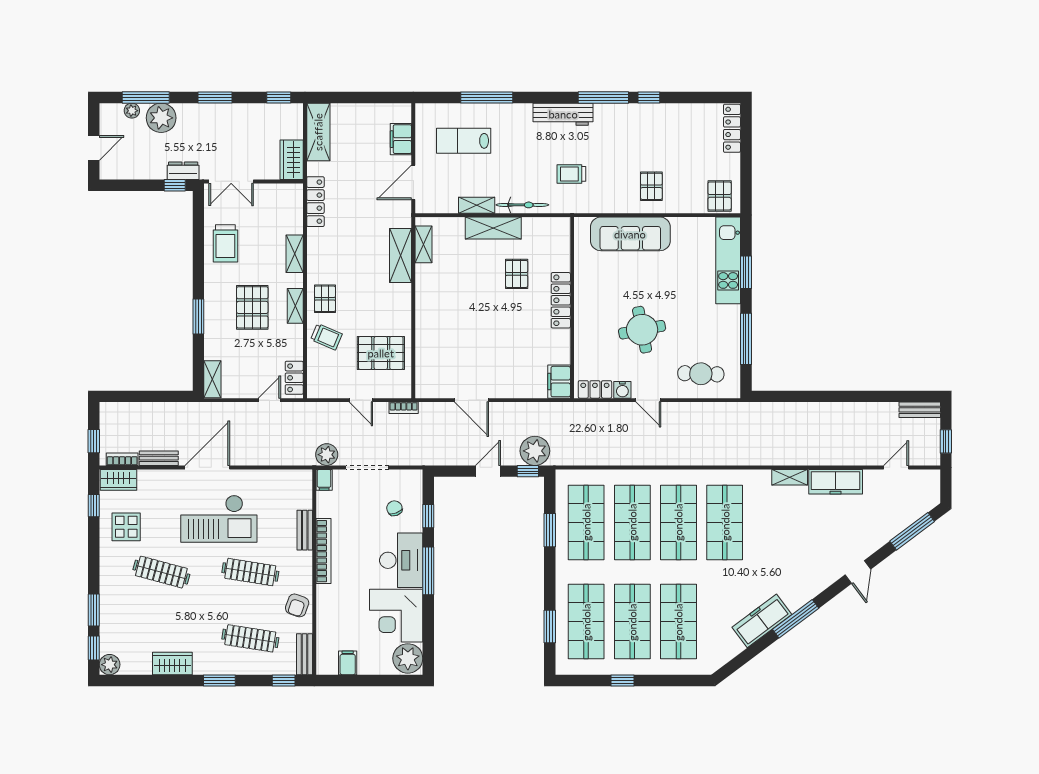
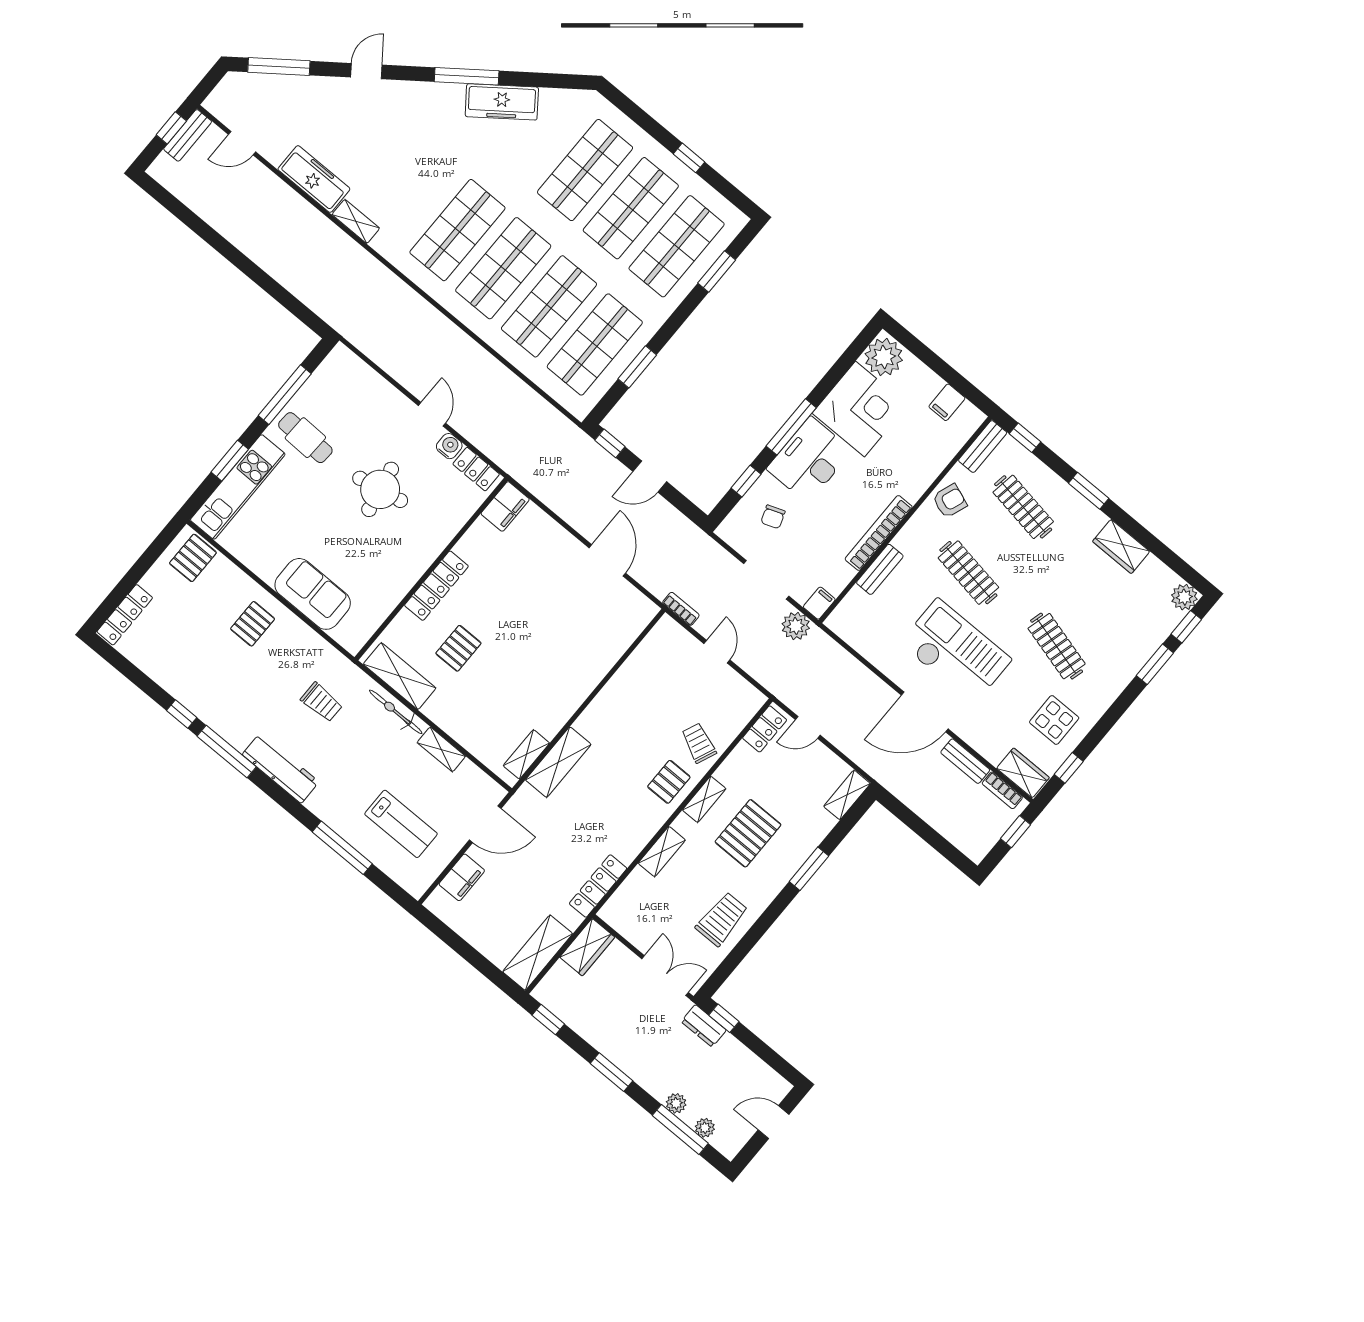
plant: (161, 118) -> (676, 1103), width x0.53, depth x0.53
shelving: (493, 228) -> (400, 676), moved
sofa: (630, 234) -> (313, 594), width x0.73
pallet: (381, 353) -> (658, 682), removed
cafe table: (701, 374) -> (305, 438), moved
bench: (920, 410) -> (188, 135), moved, turned 90
plant: (535, 451) -> (586, 458), removed

